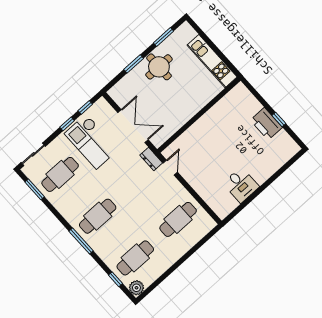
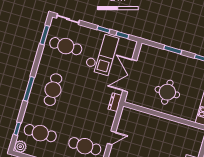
round table: (159, 67) -> (167, 92), moved
double door: (133, 126) -> (130, 76), swing flipped
checkout: (91, 141) -> (102, 54), turned 180
door: (170, 168) -> (112, 138), moved
cafe table: (98, 216) -> (53, 90), turned 90

